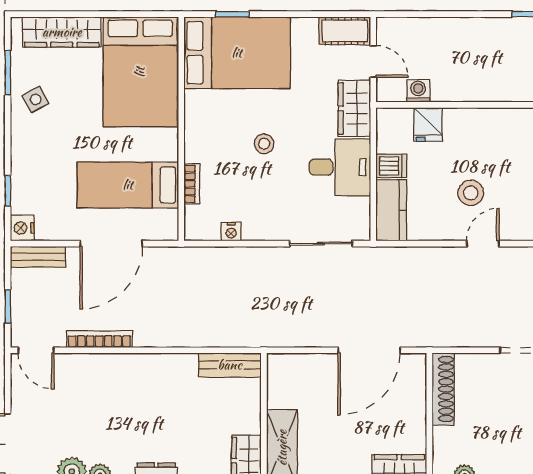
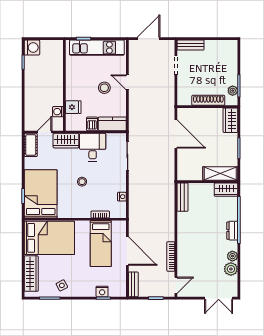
nightstand: (22, 228) -> (102, 291), moved
shoe rack: (443, 389) -> (208, 100), moved

